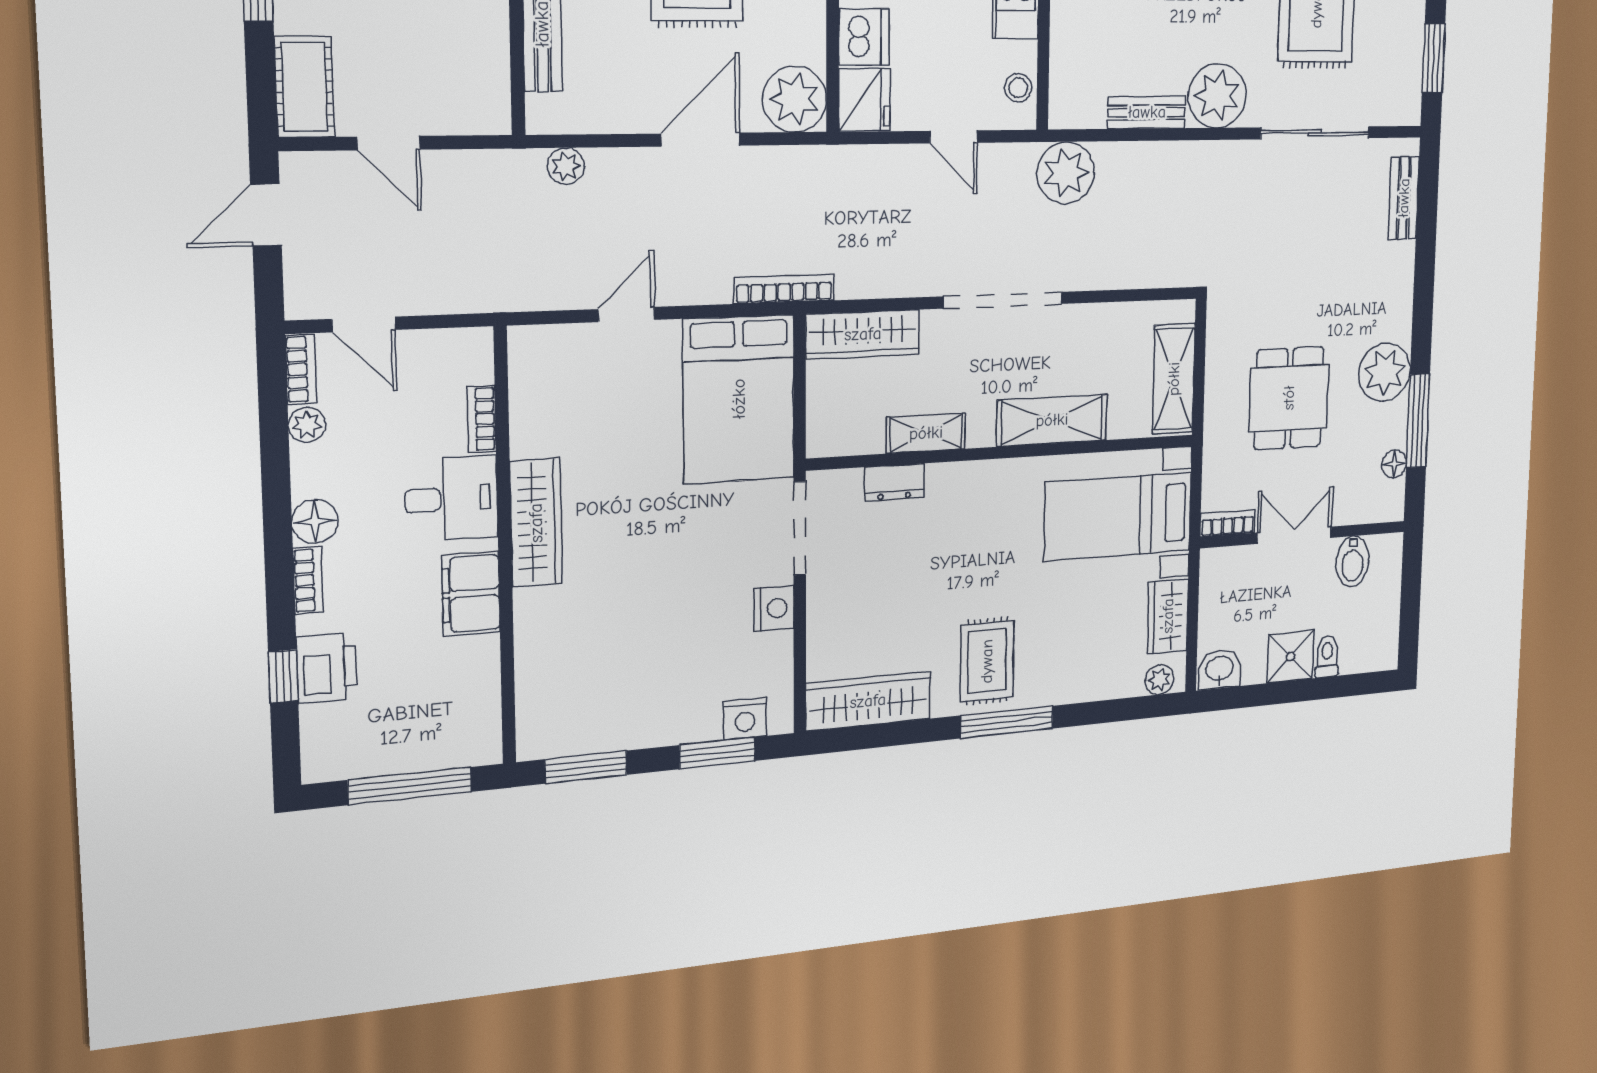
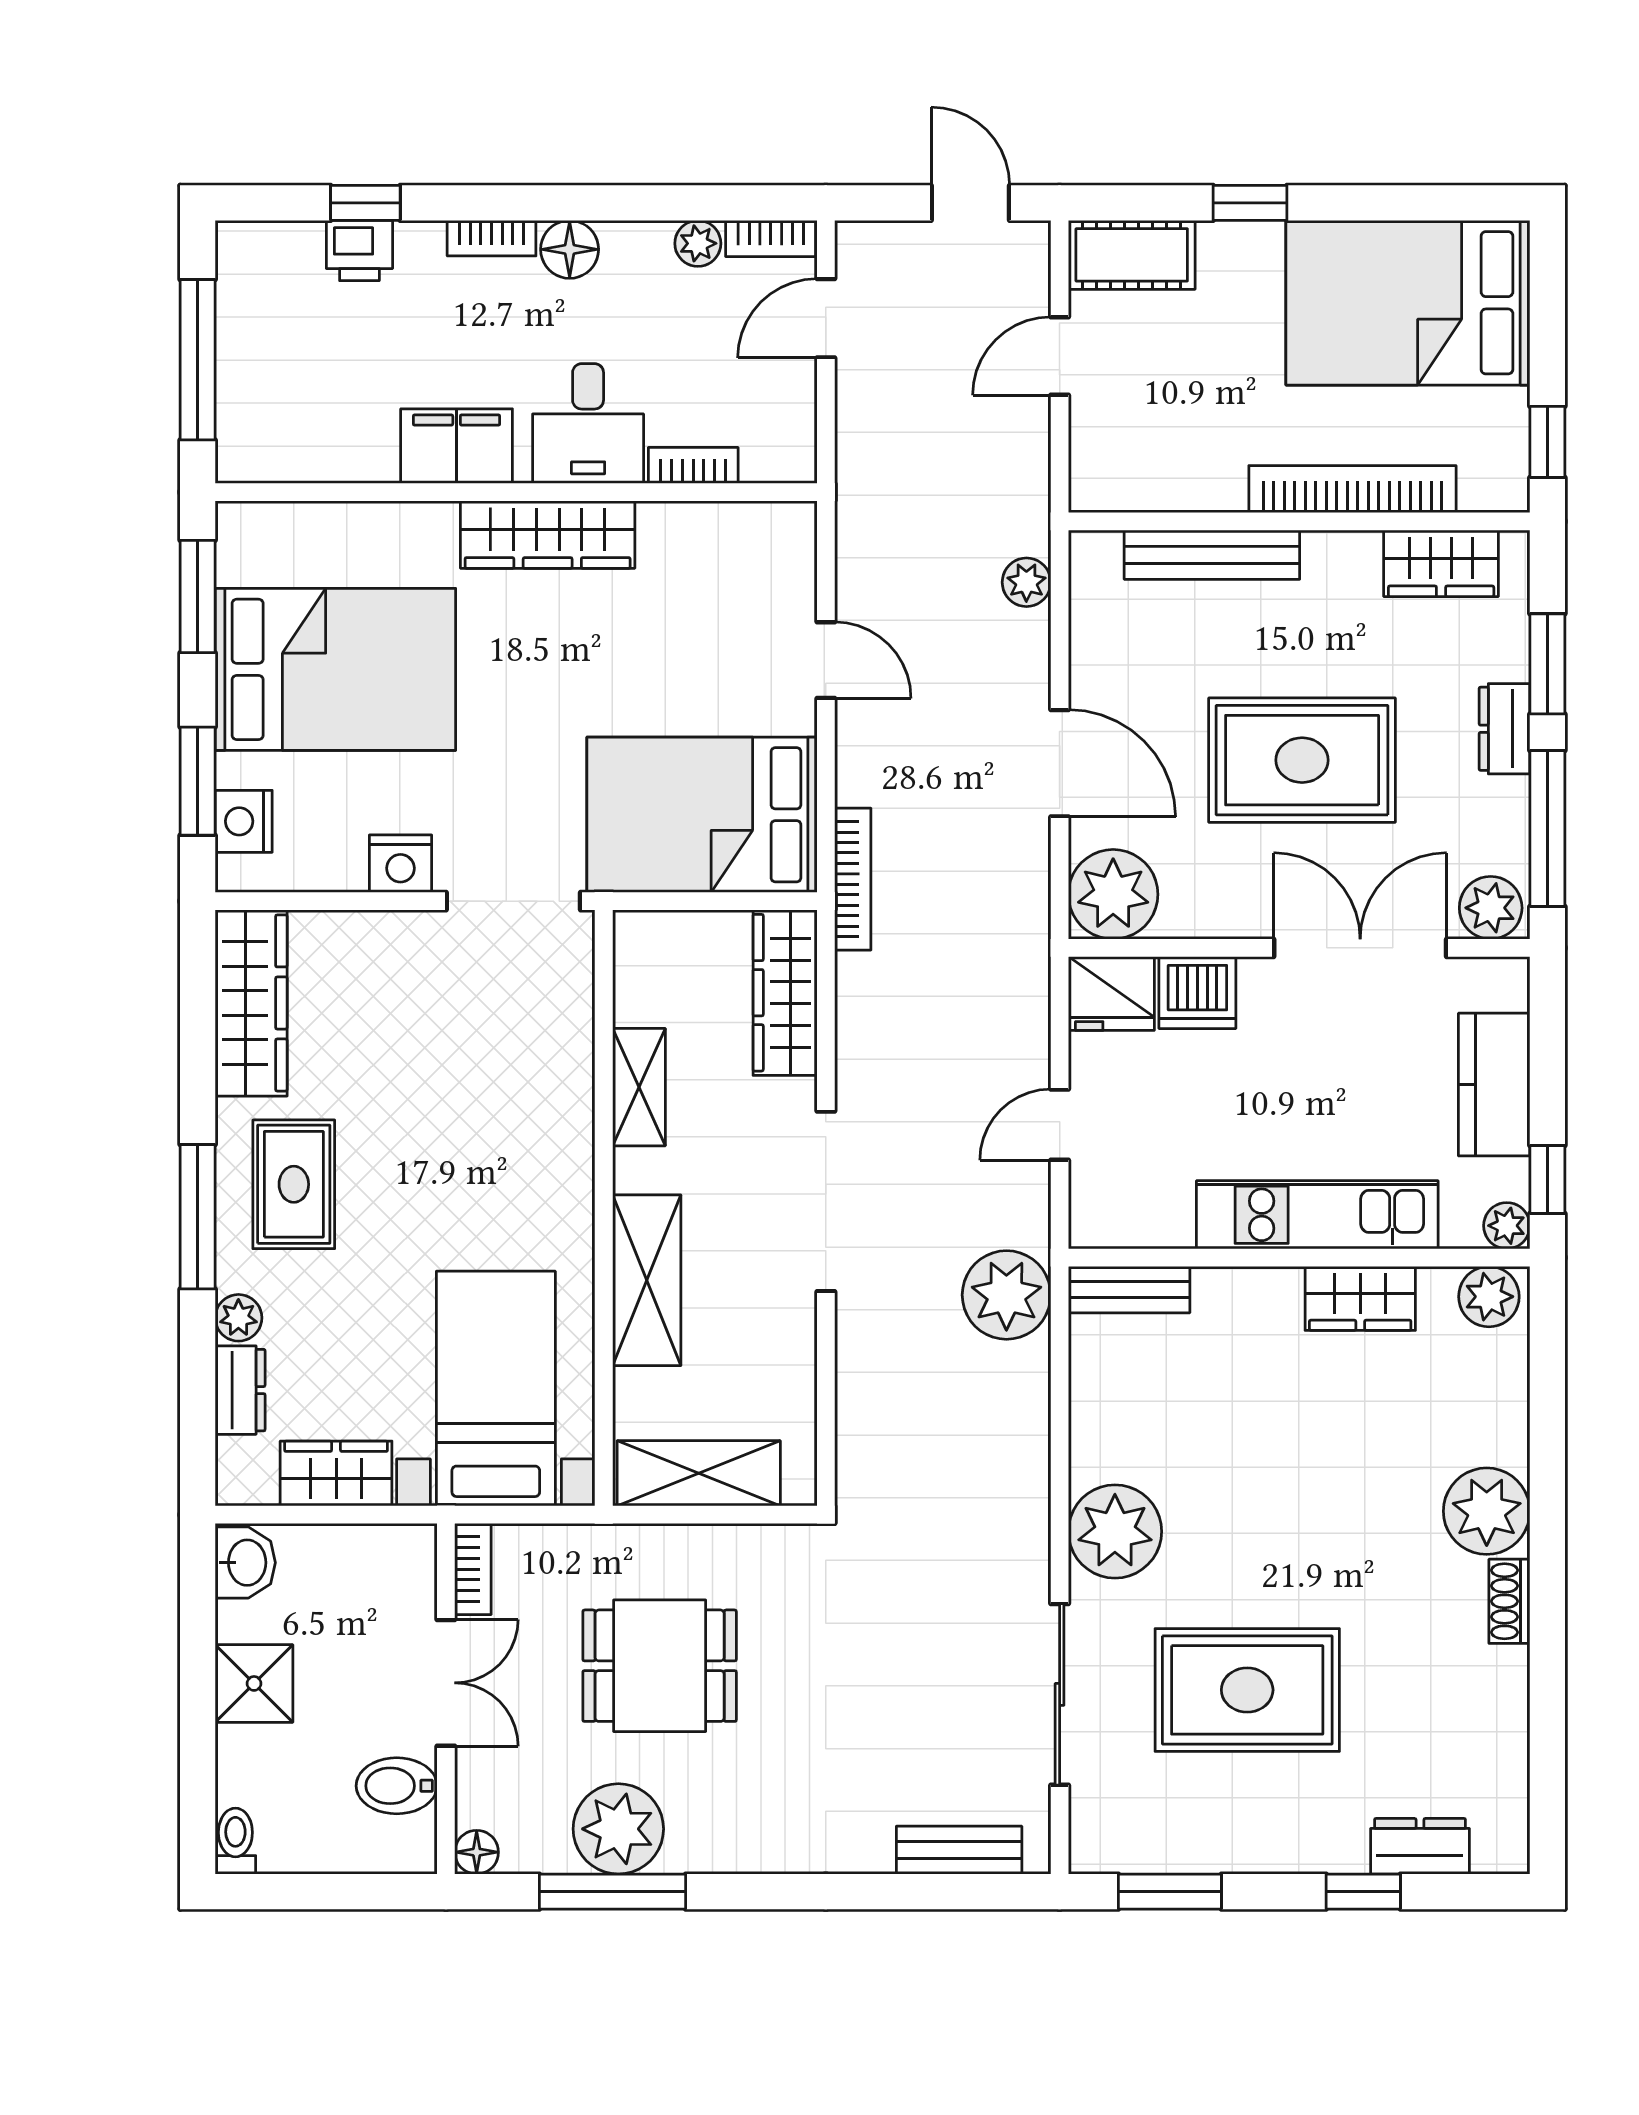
stool: (1018, 88) -> (1128, 1220), removed
bench: (1147, 112) -> (1129, 1290), moved, turned 90
plant: (1385, 372) -> (618, 1829), moved
floor lamp: (1394, 464) -> (477, 1852), moved
dresser: (895, 482) -> (240, 1390), moved, turned 180
toilet: (1327, 656) -> (235, 1841), moved, turned -90
rug: (987, 661) -> (294, 1184), turned 90
bed: (637, 666) -> (335, 669), added
printer: (327, 668) -> (359, 251), width x0.73, depth x0.81
plant: (1159, 680) -> (238, 1318), moved

